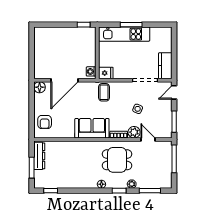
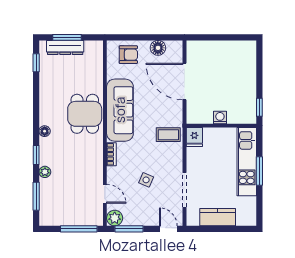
kitchen counter: (165, 66) -> (218, 217), moved
washing machine: (91, 71) -> (220, 117), moved
floor lamp: (40, 87) -> (158, 48), moved
armchair: (45, 122) -> (128, 55), turned 180
sofa: (92, 128) -> (120, 110), width x1.36
plant: (134, 132) -> (115, 218), moved
door: (148, 139) -> (105, 194), hinge flipped
dresser: (39, 156) -> (65, 47), moved
dining table: (117, 160) -> (85, 114), moved

